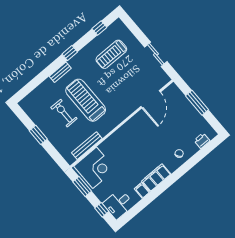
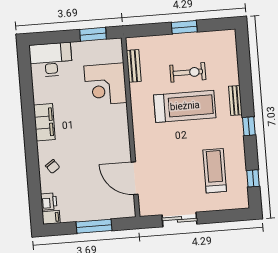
bench: (87, 146) -> (134, 66), width x0.73
corner desk: (95, 168) -> (105, 84), moved
filing cabinet: (142, 190) -> (51, 217), moved
desk: (118, 204) -> (51, 60), width x1.37
window: (102, 210) -> (52, 37), removed

